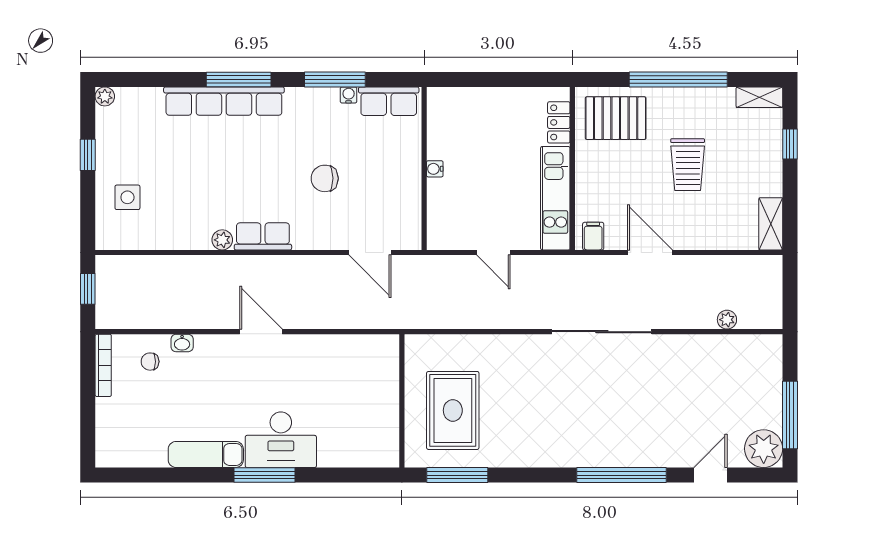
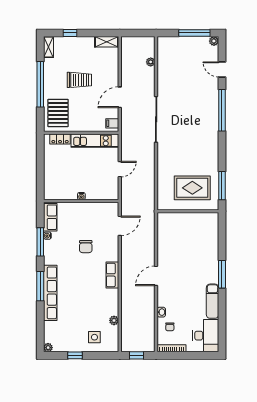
plant: (222, 240) -> (114, 320), moved
desk: (281, 440) -> (206, 336), moved
plant: (764, 449) -> (214, 41), width x0.53, depth x0.53

